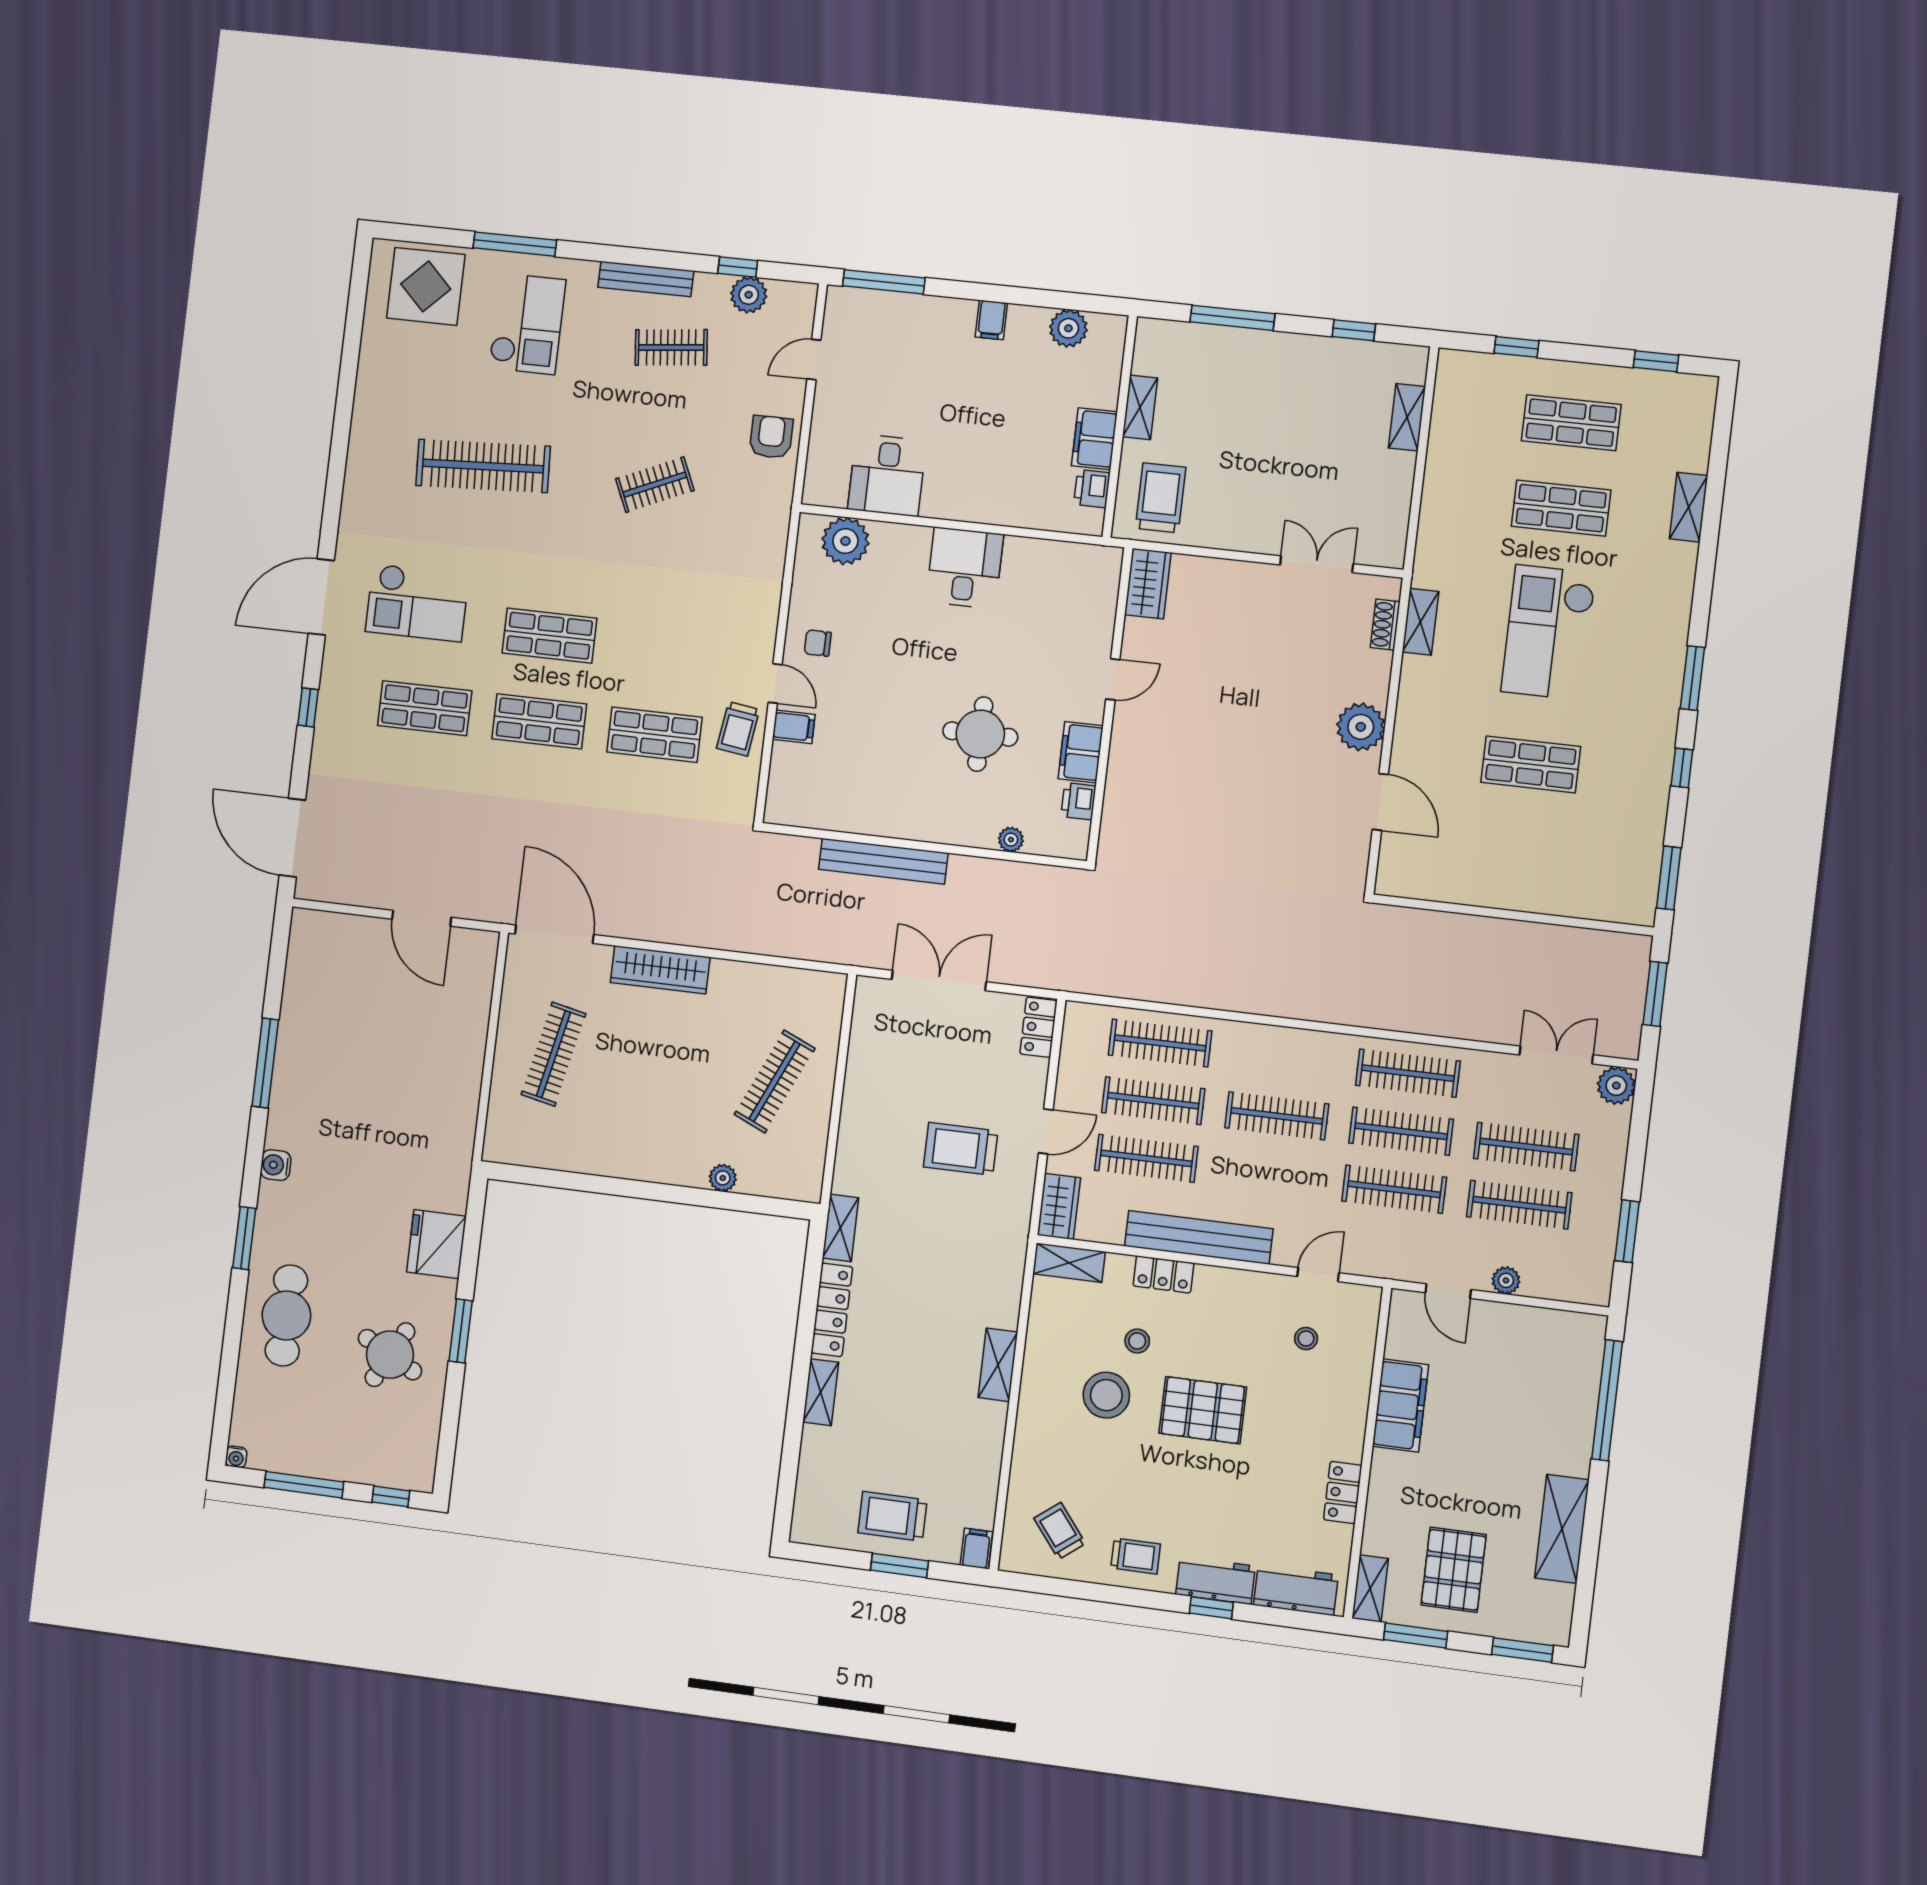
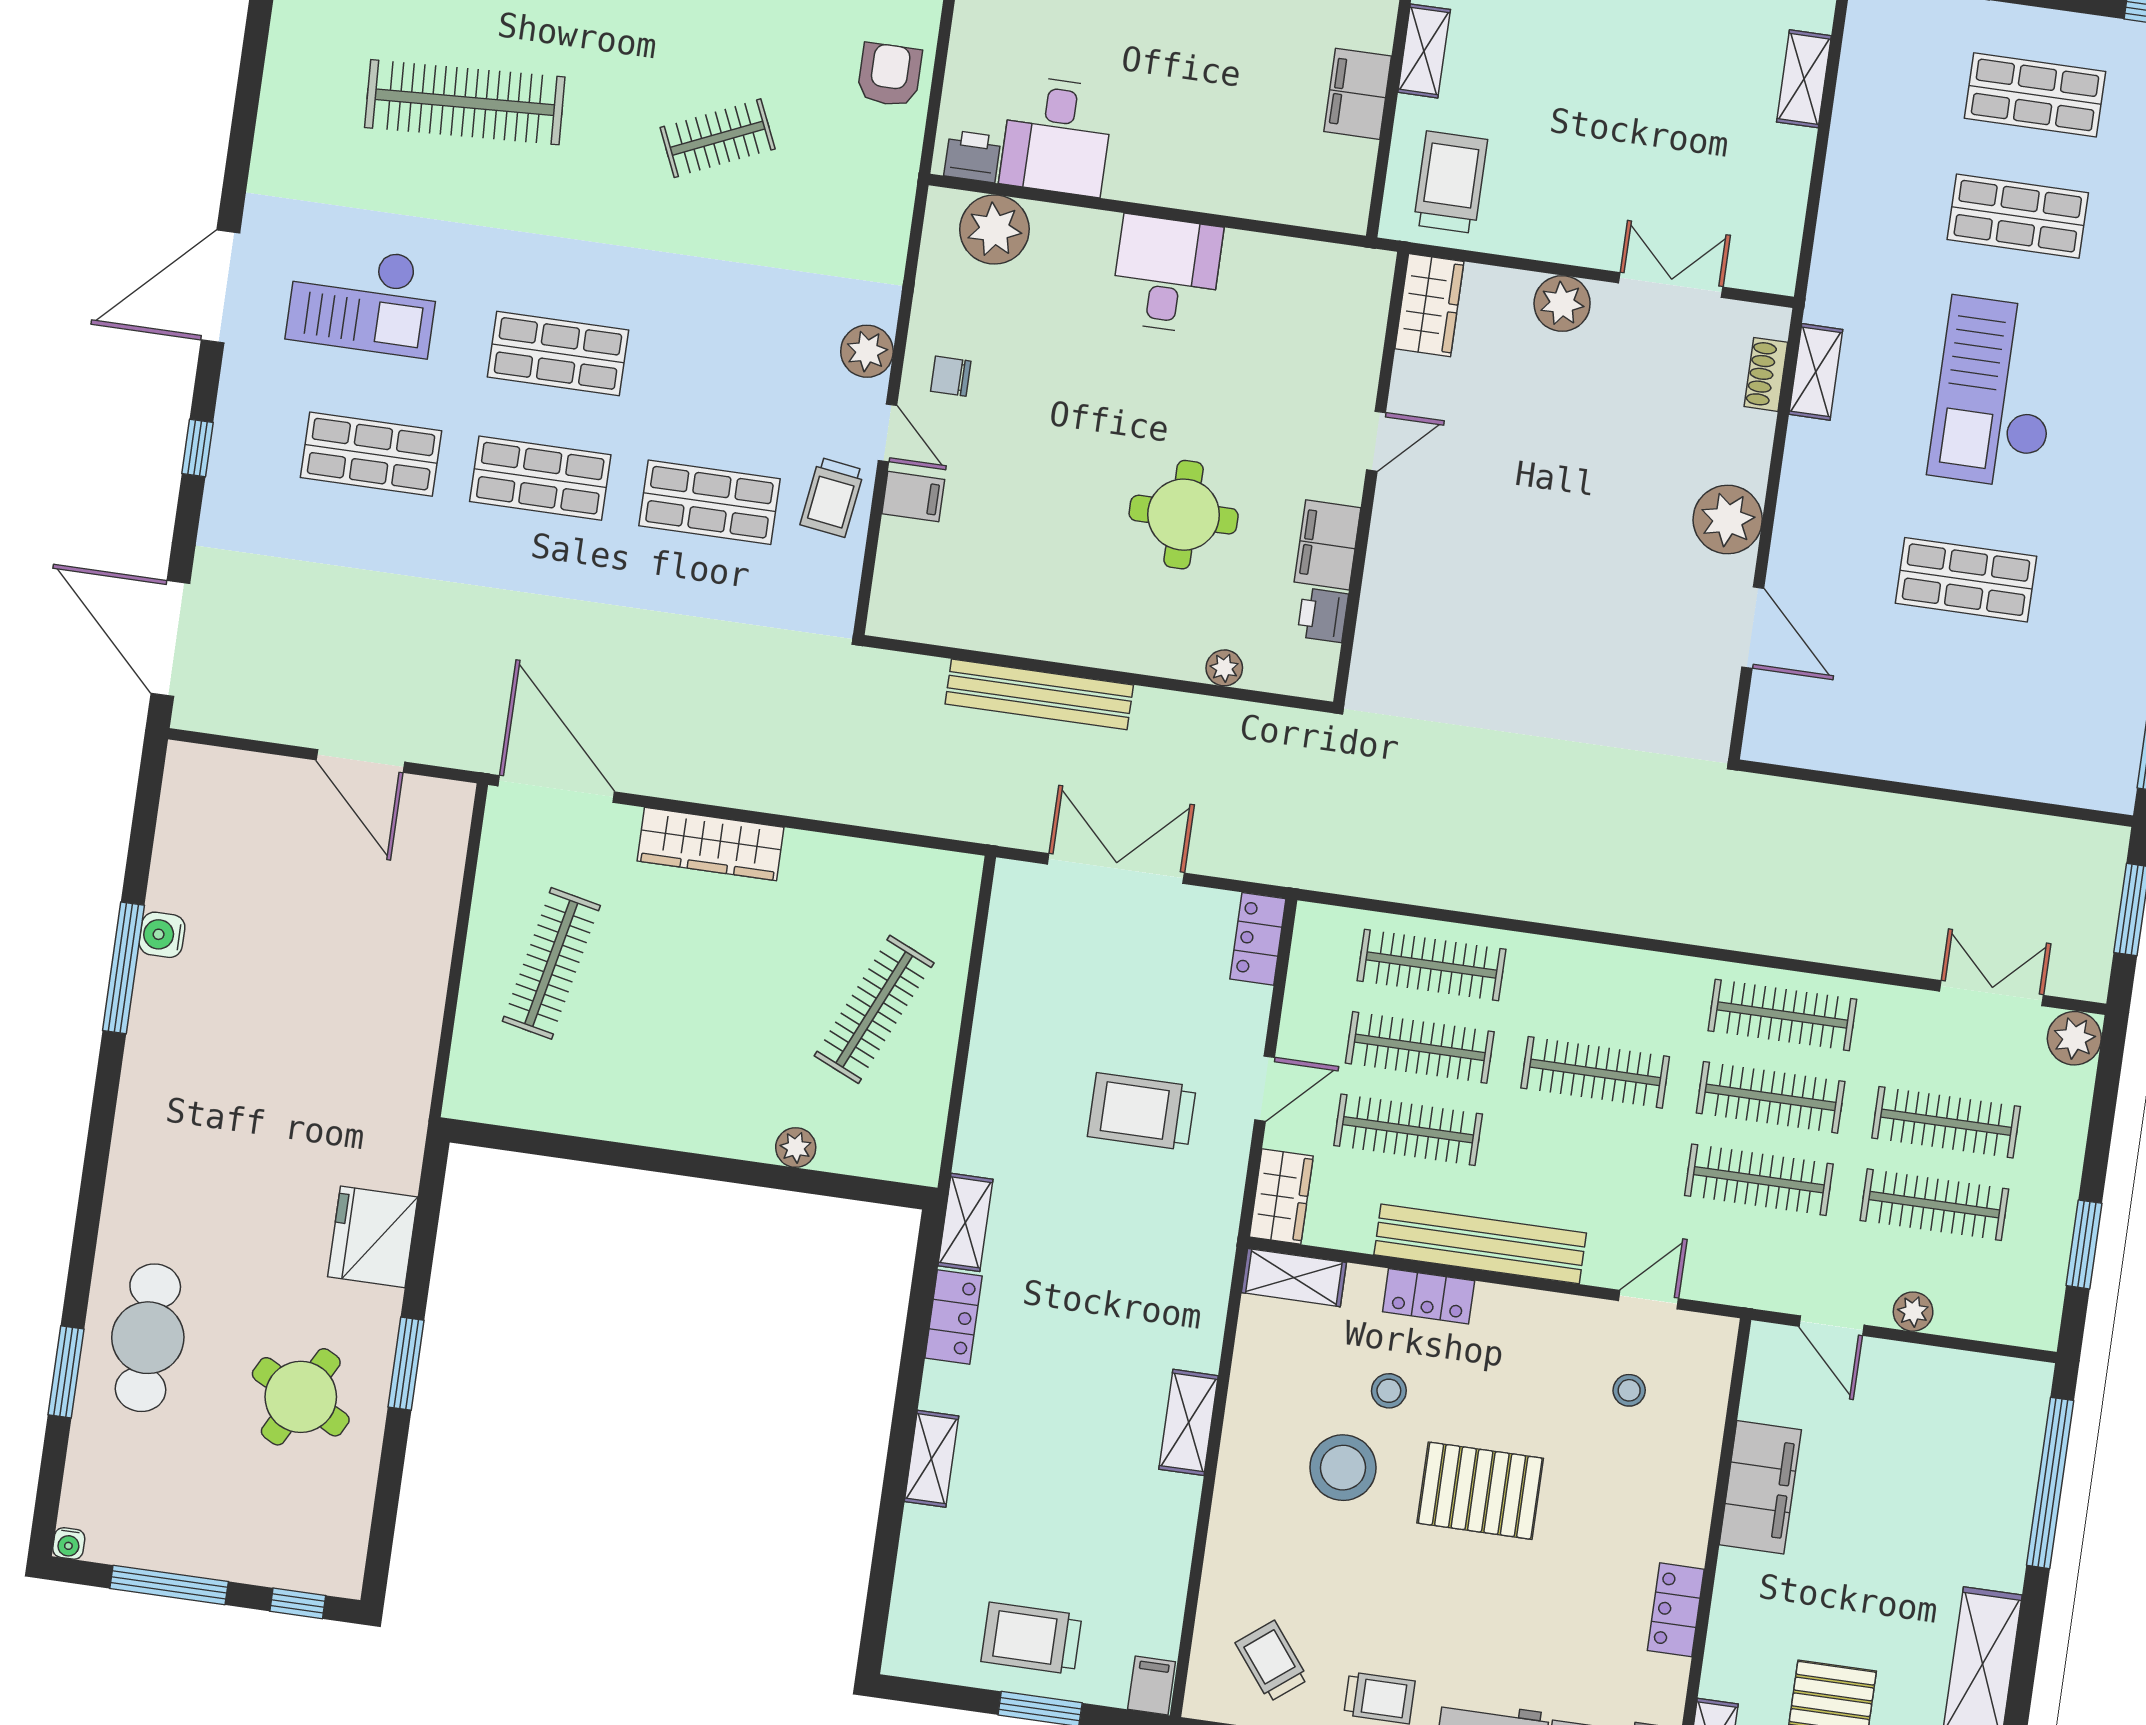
printer: (1092, 489) -> (972, 156), moved, turned 90
plant: (1241, 580) -> (1562, 304), added
plant: (760, 628) -> (867, 351), added
water cooler: (276, 1165) -> (162, 935), moved
window: (244, 1238) -> (66, 1372), moved
locker: (832, 1310) -> (954, 1317), width x0.66

